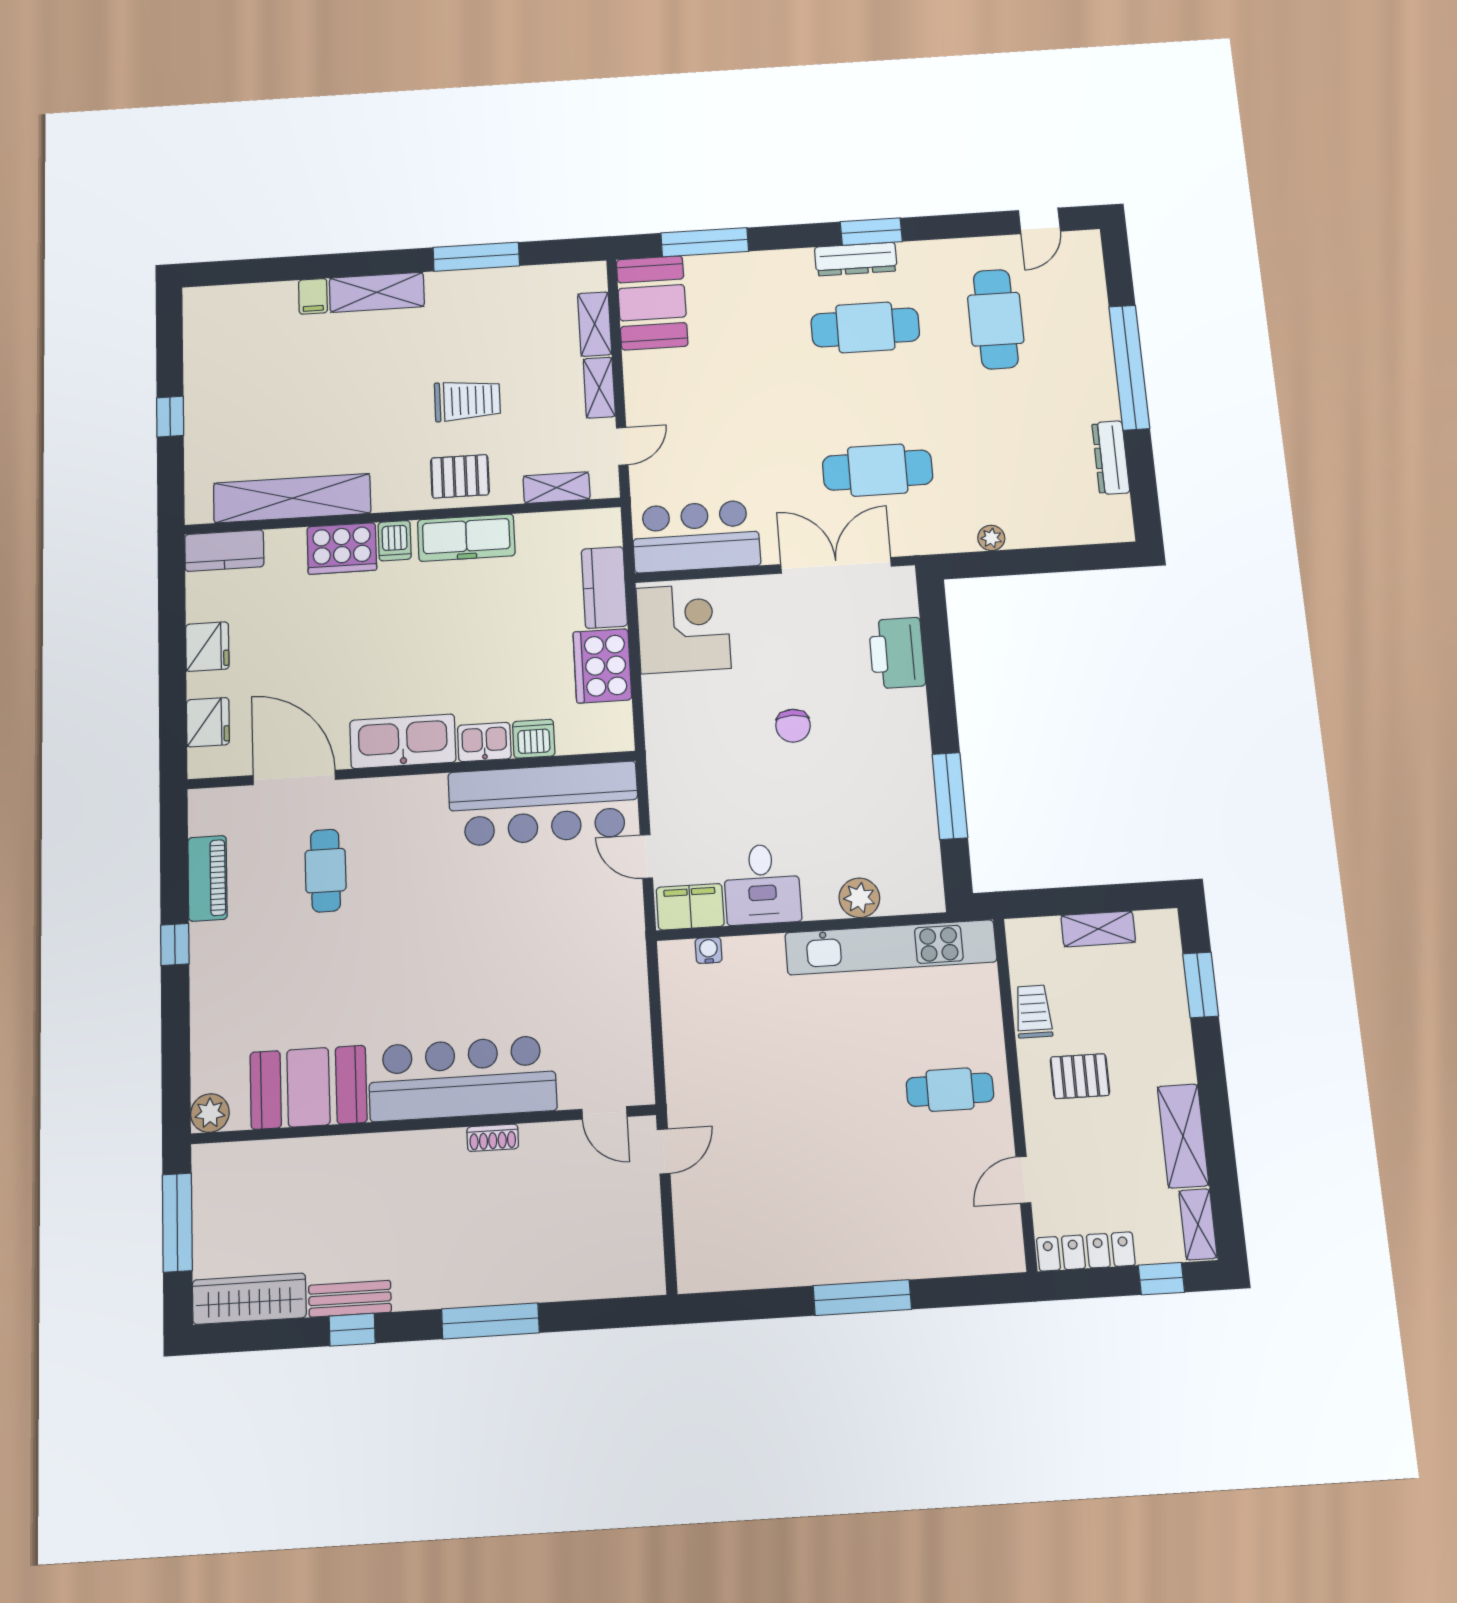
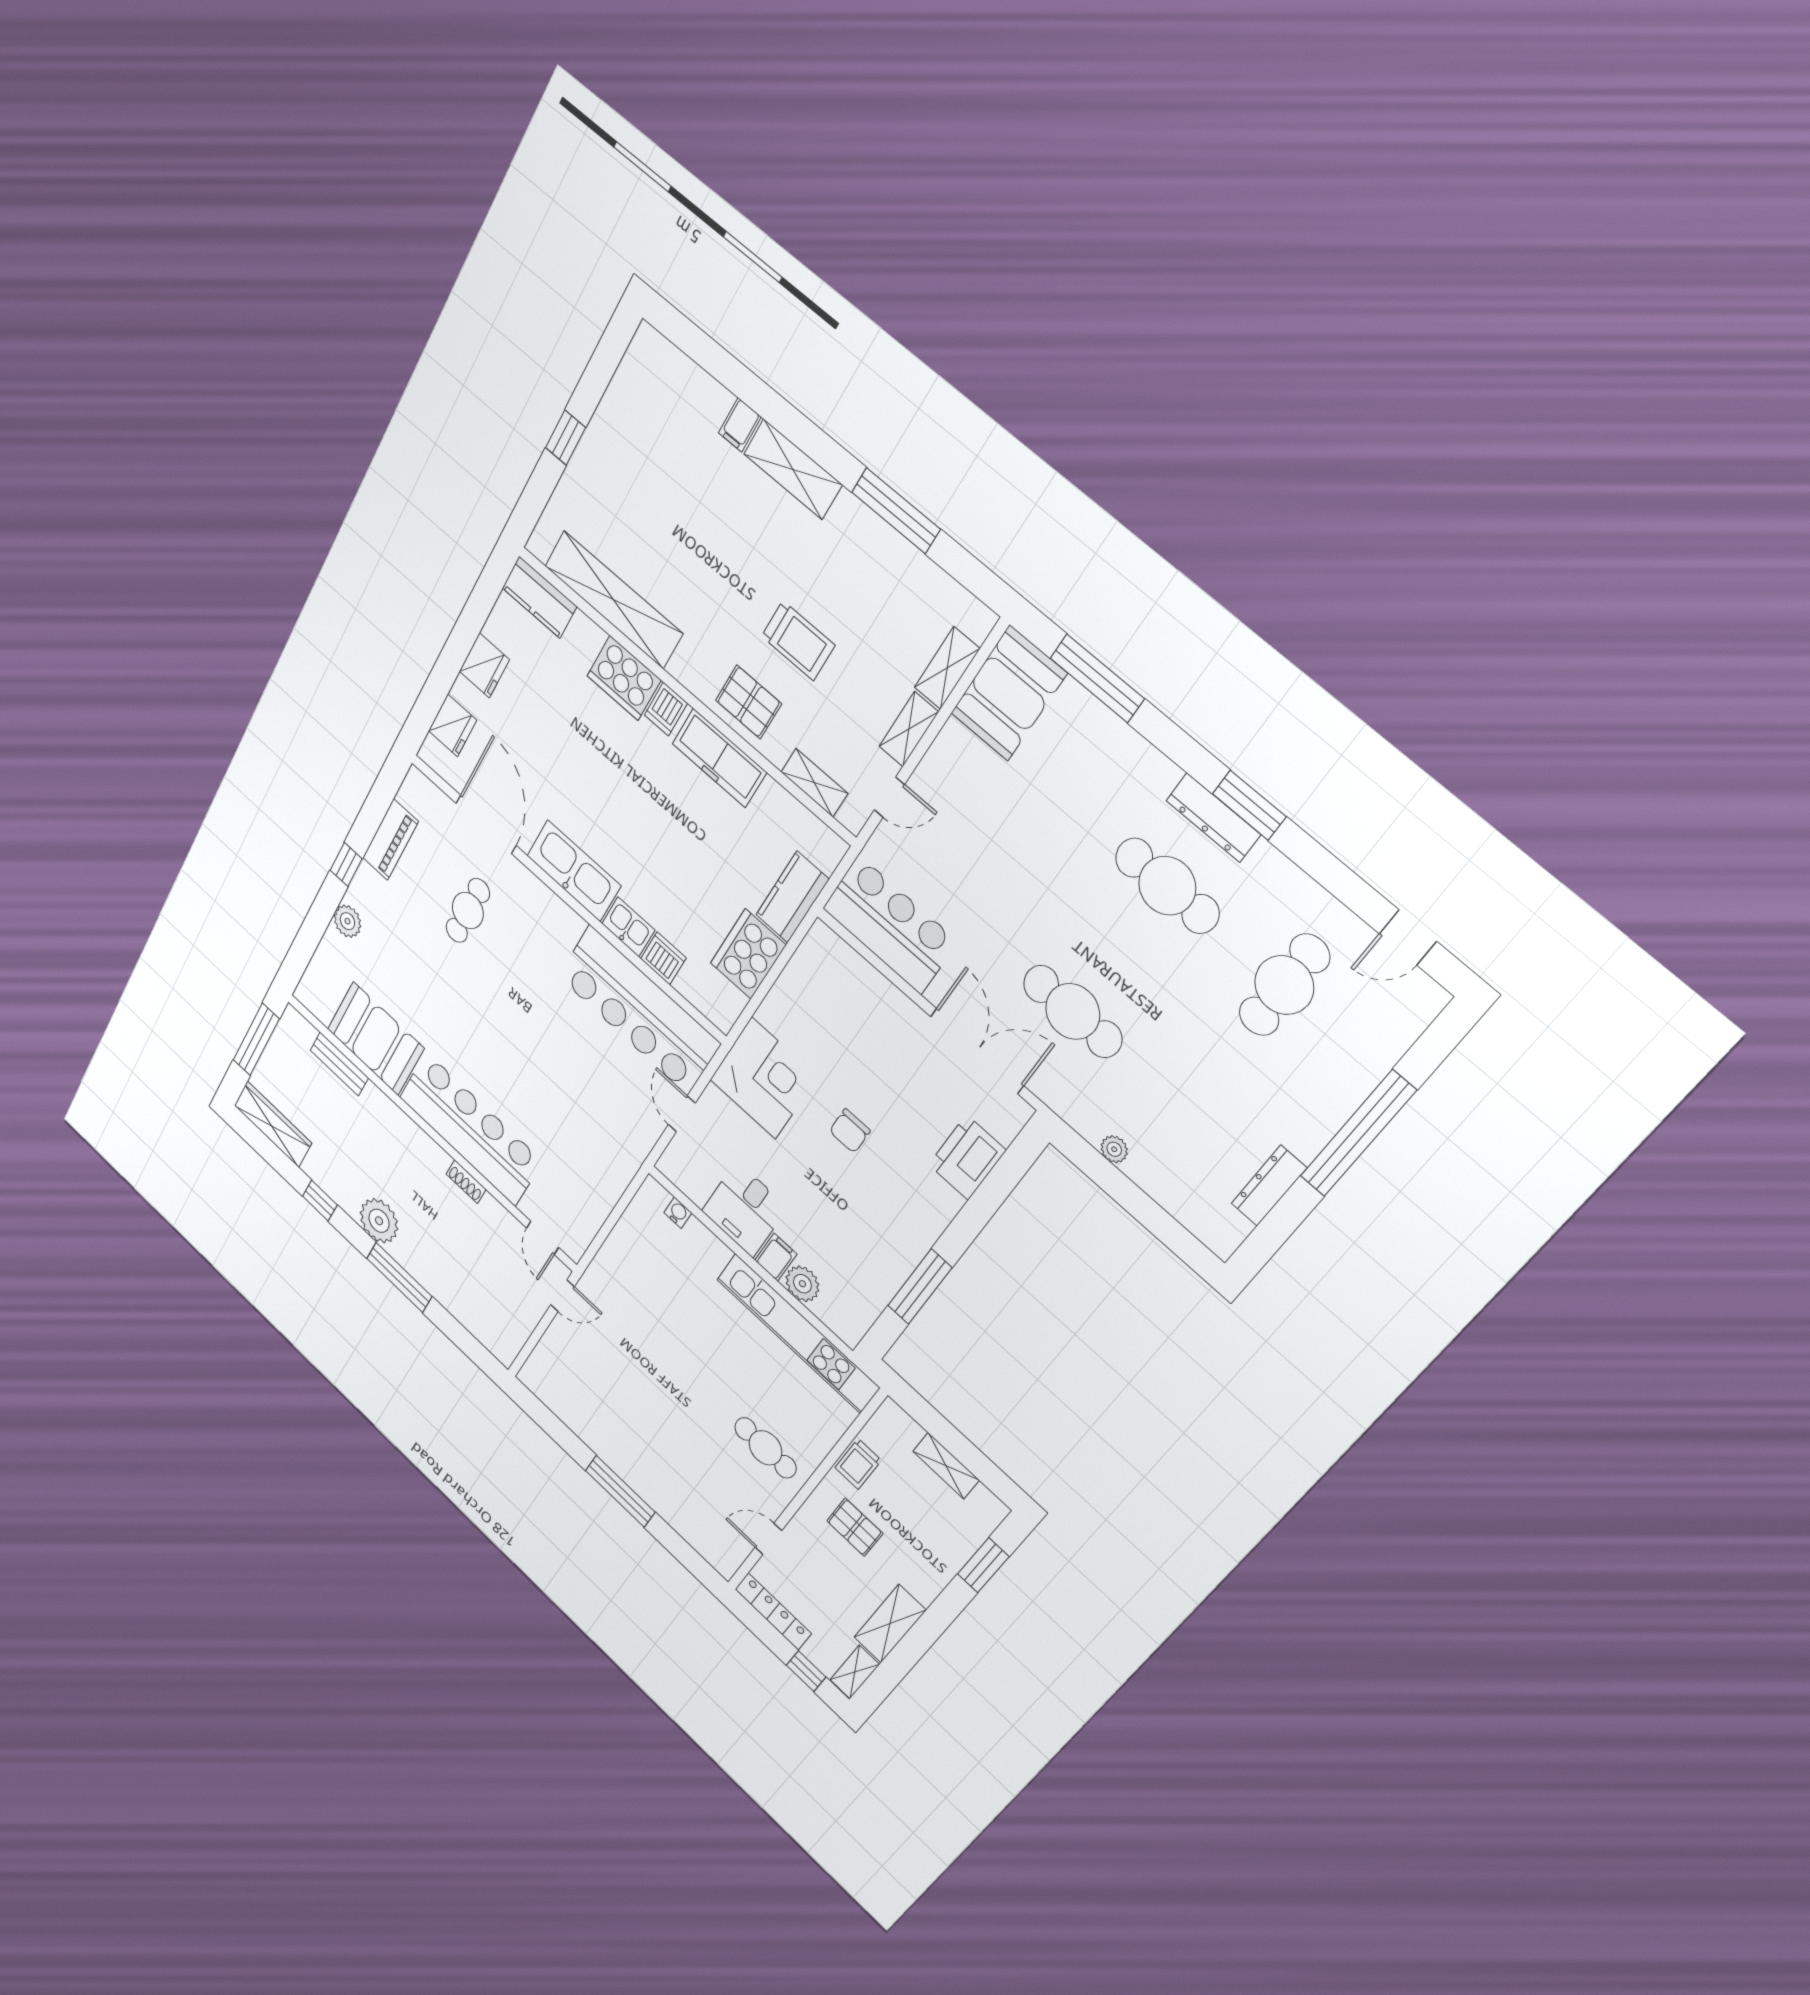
corner desk: (683, 628) -> (763, 1078), moved
filing cabinet: (690, 907) -> (776, 1257), moved, width x0.50
trolley: (1033, 1011) -> (858, 1464), turned 180
plant: (210, 1113) -> (347, 921), moved
plant: (430, 1281) -> (379, 1221), added
bench: (350, 1299) -> (339, 1064), moved

